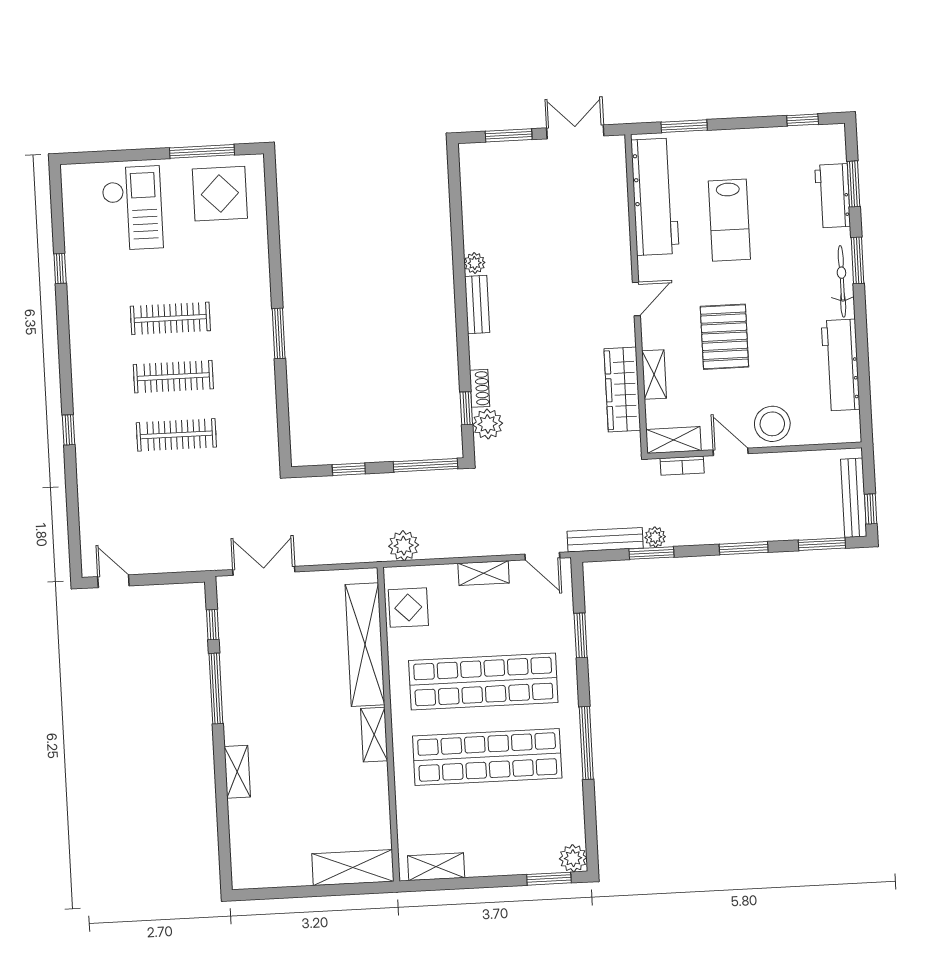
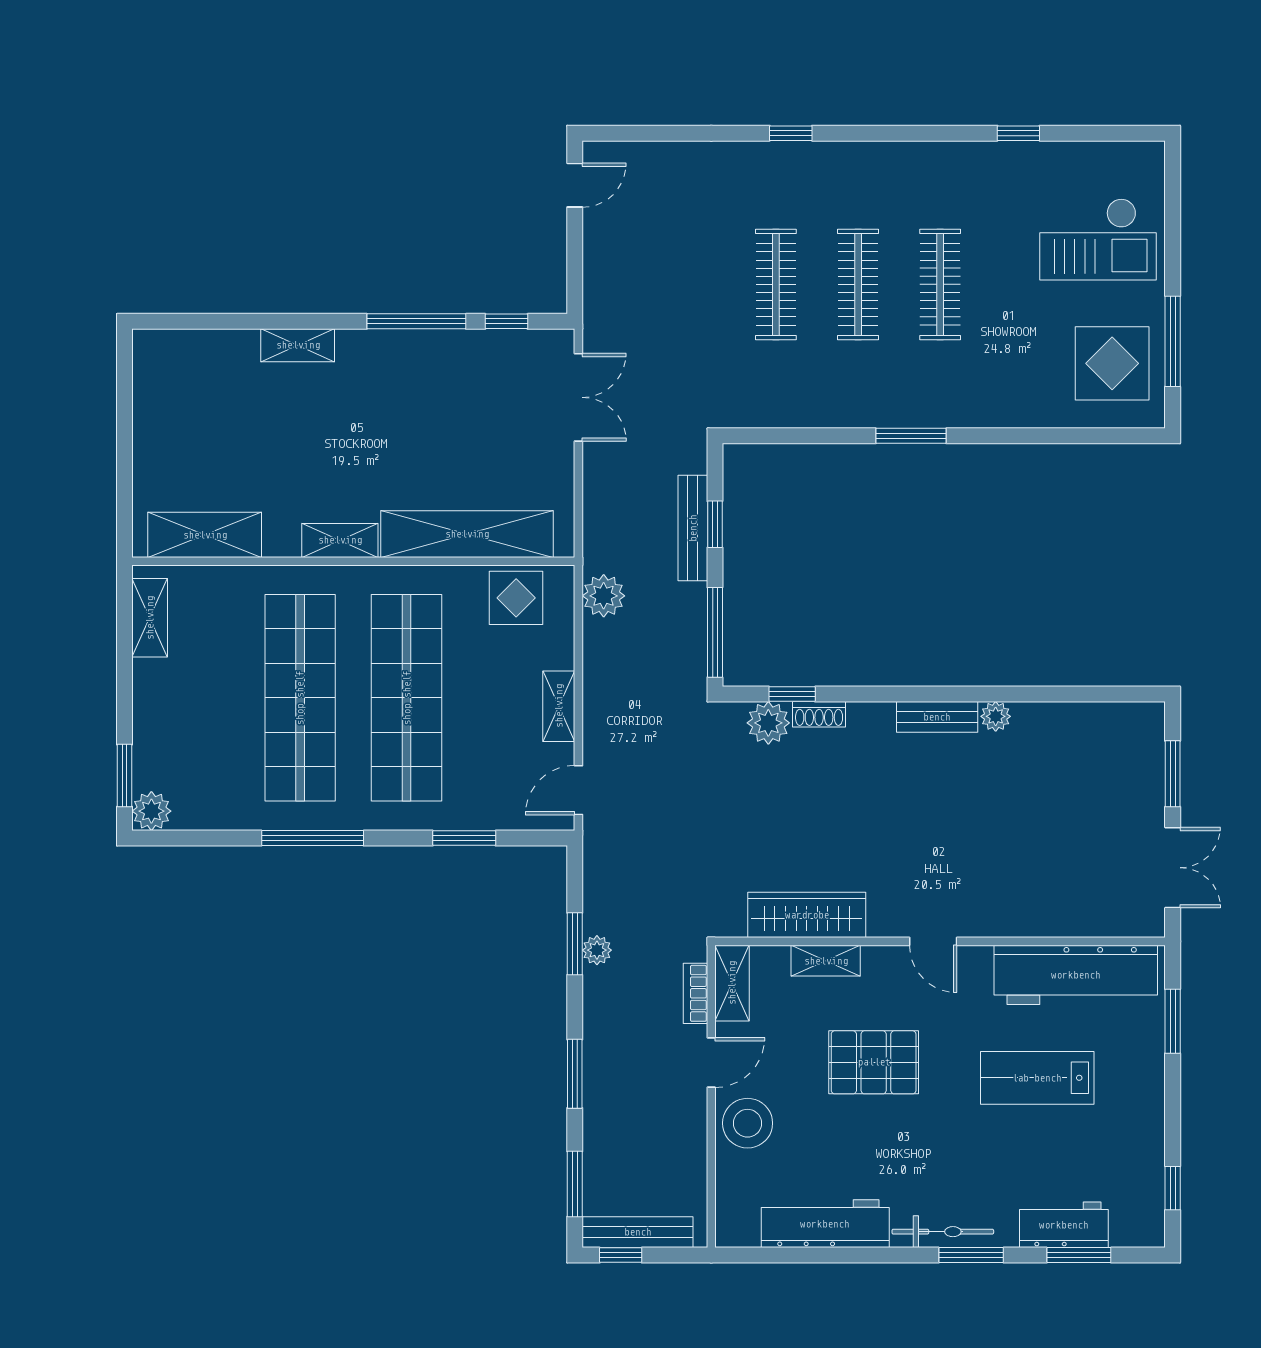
bench: (605, 540) -> (693, 528), moved
shelving: (353, 868) -> (205, 535), moved, turned 90

